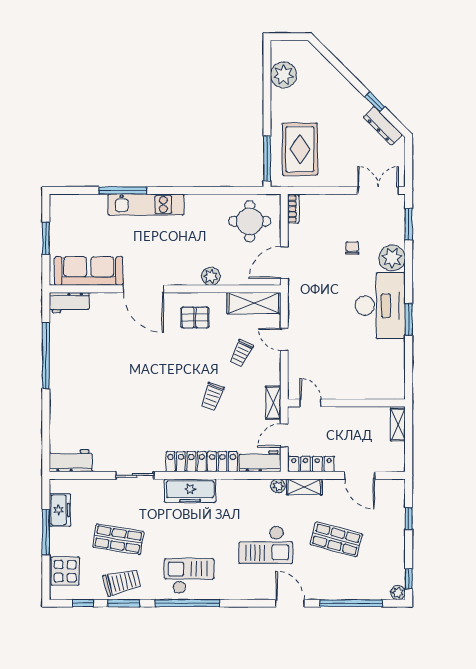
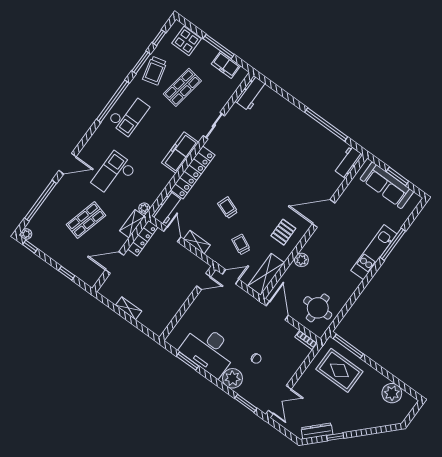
sofa: (89, 271) -> (387, 185), moved, turned 90
door: (310, 403) -> (204, 281), moved
wall: (346, 403) -> (188, 303), moved

